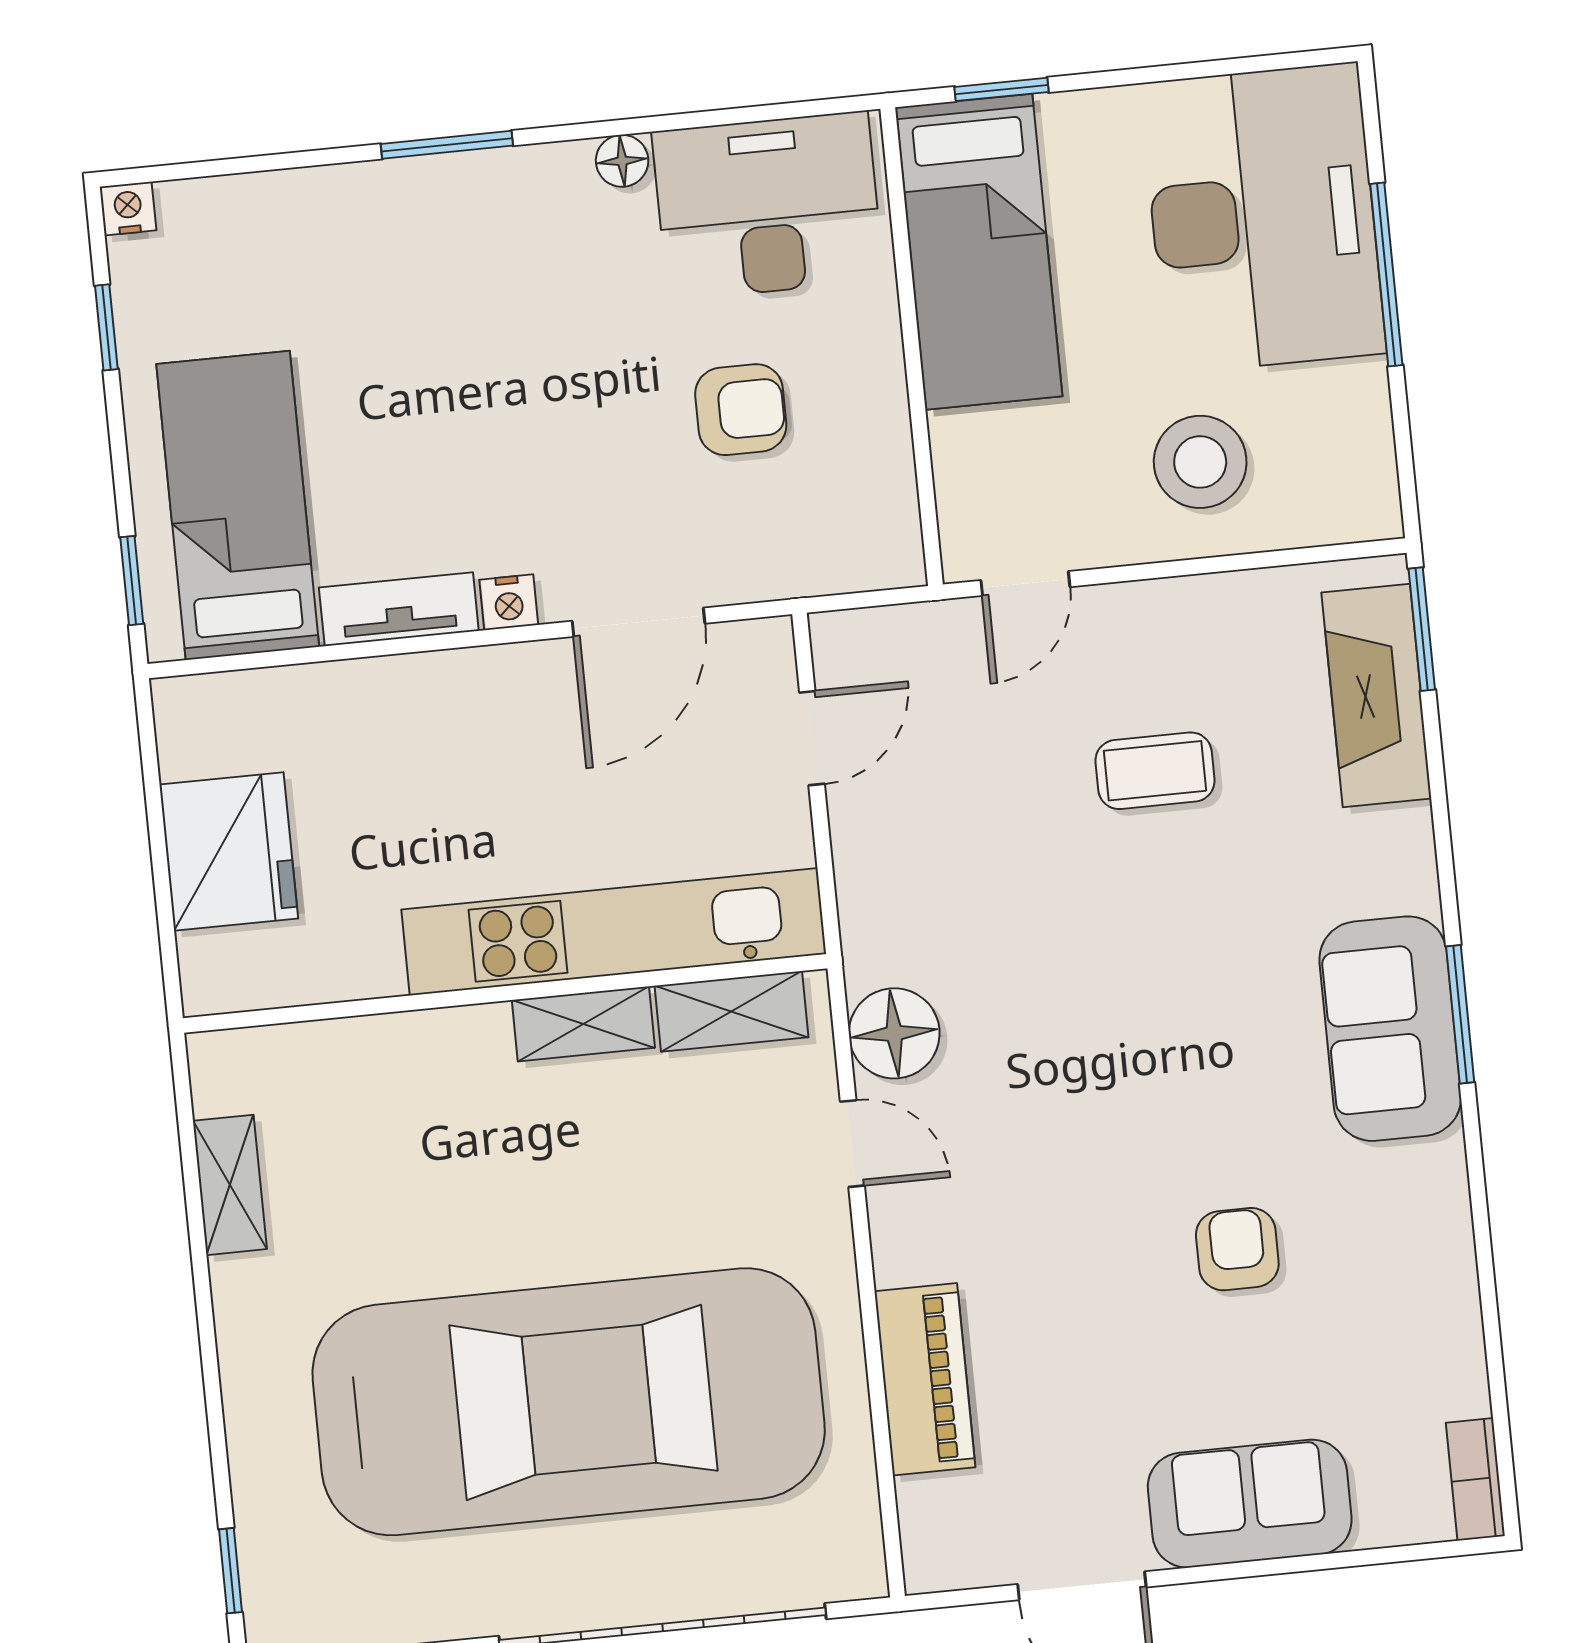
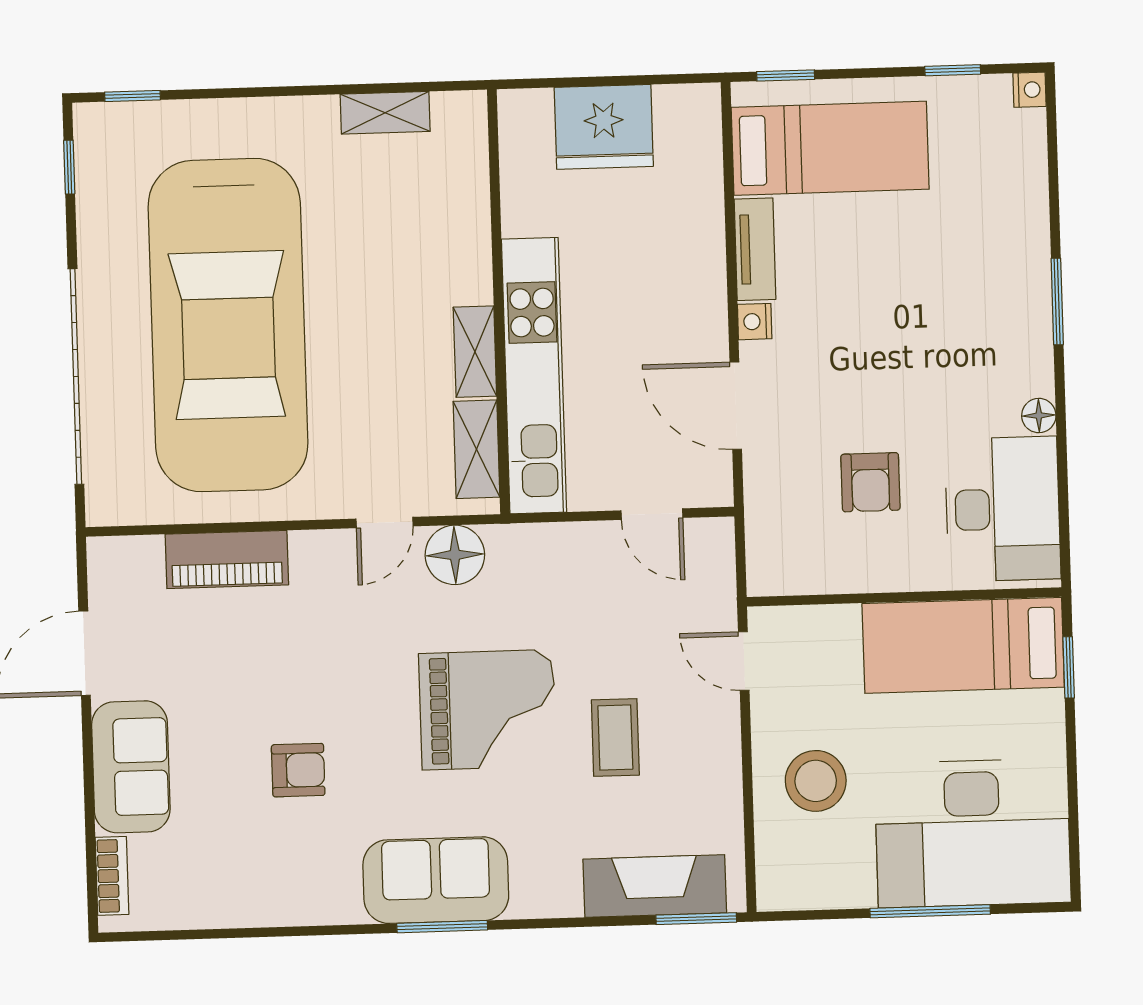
grand piano: (1126, 968) -> (488, 710), added
bookcase: (1475, 1479) -> (112, 876), moved, turned 90

